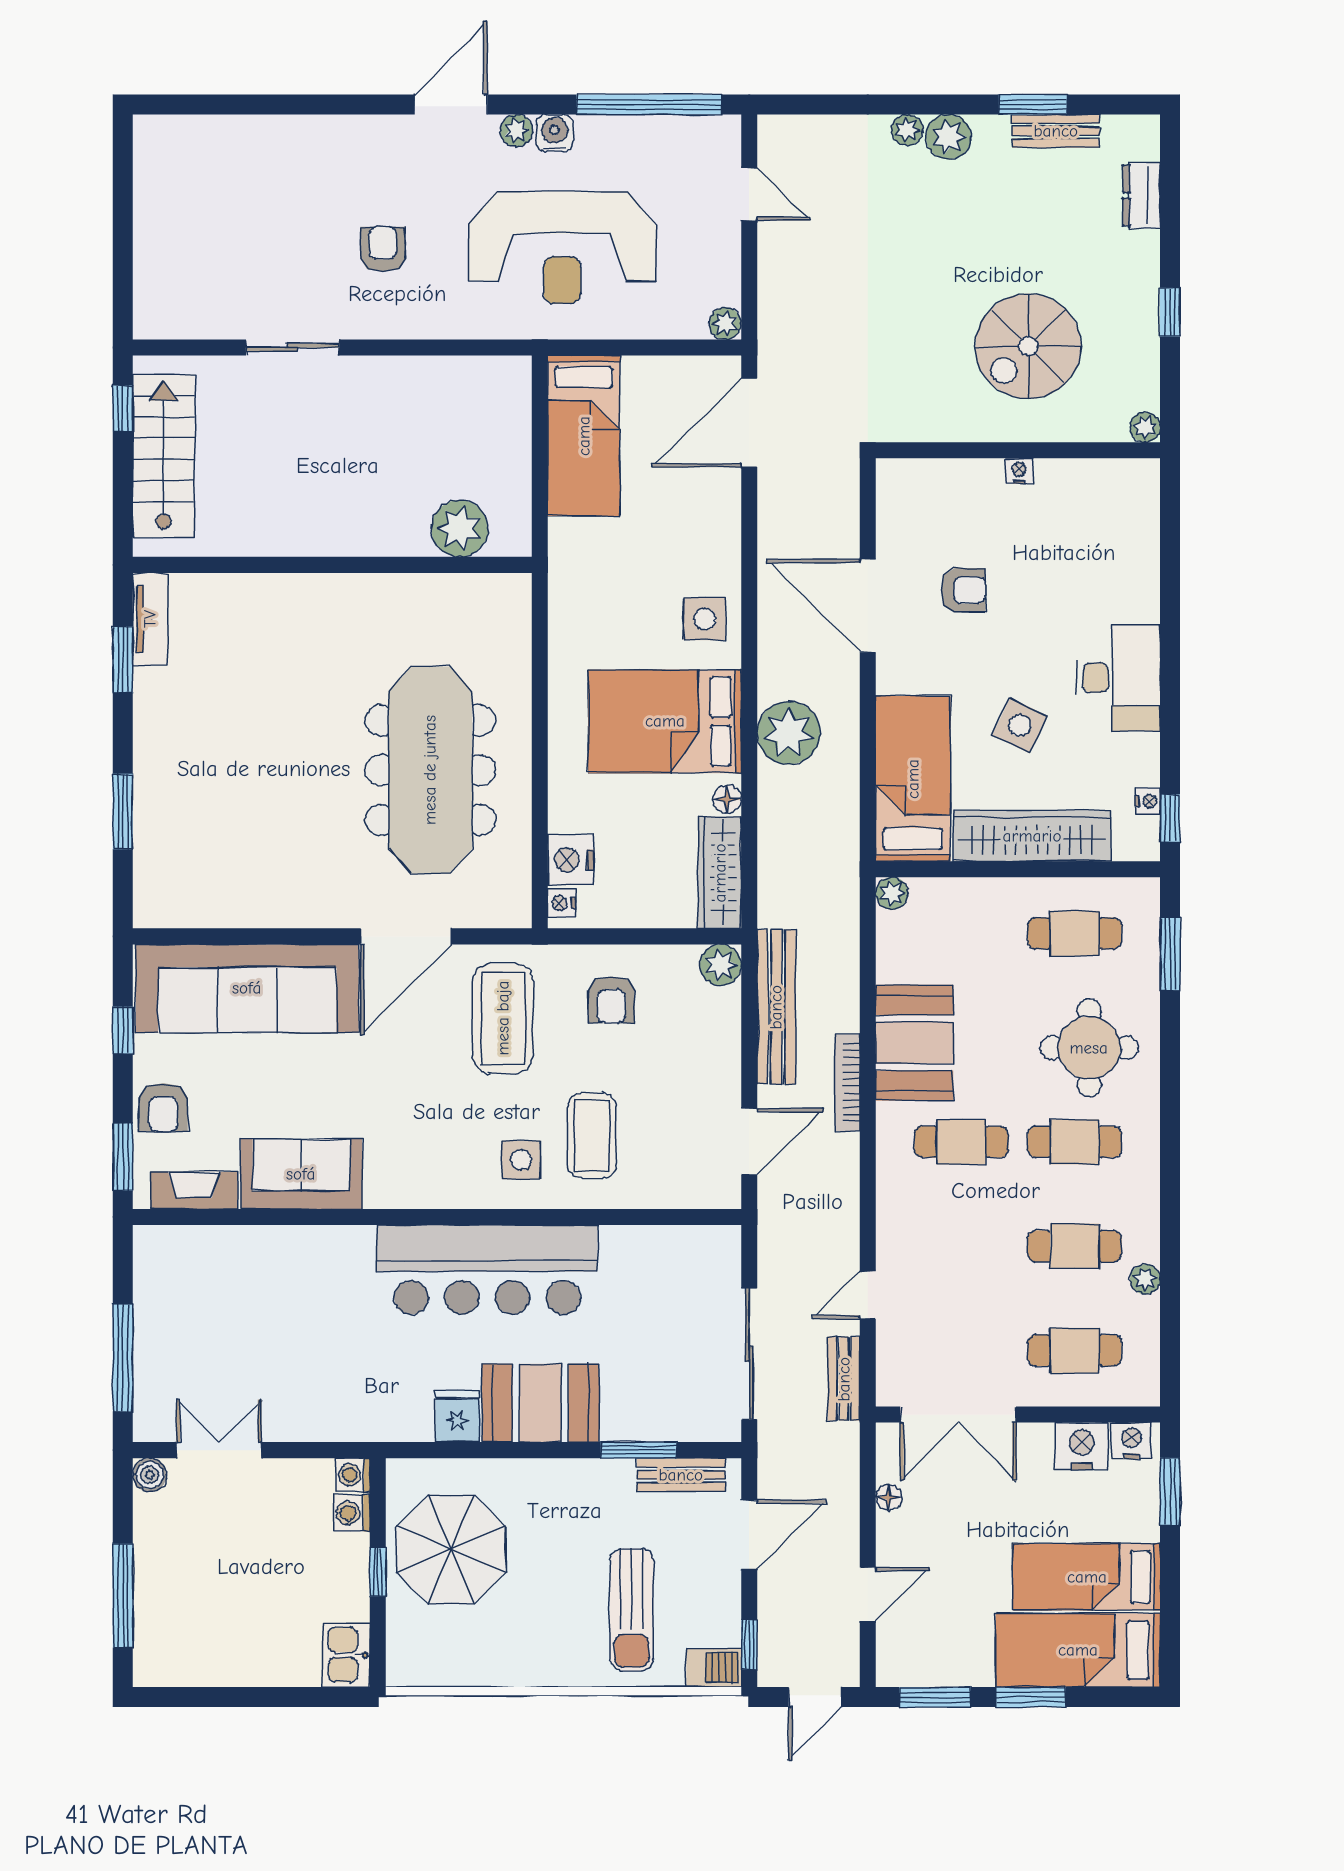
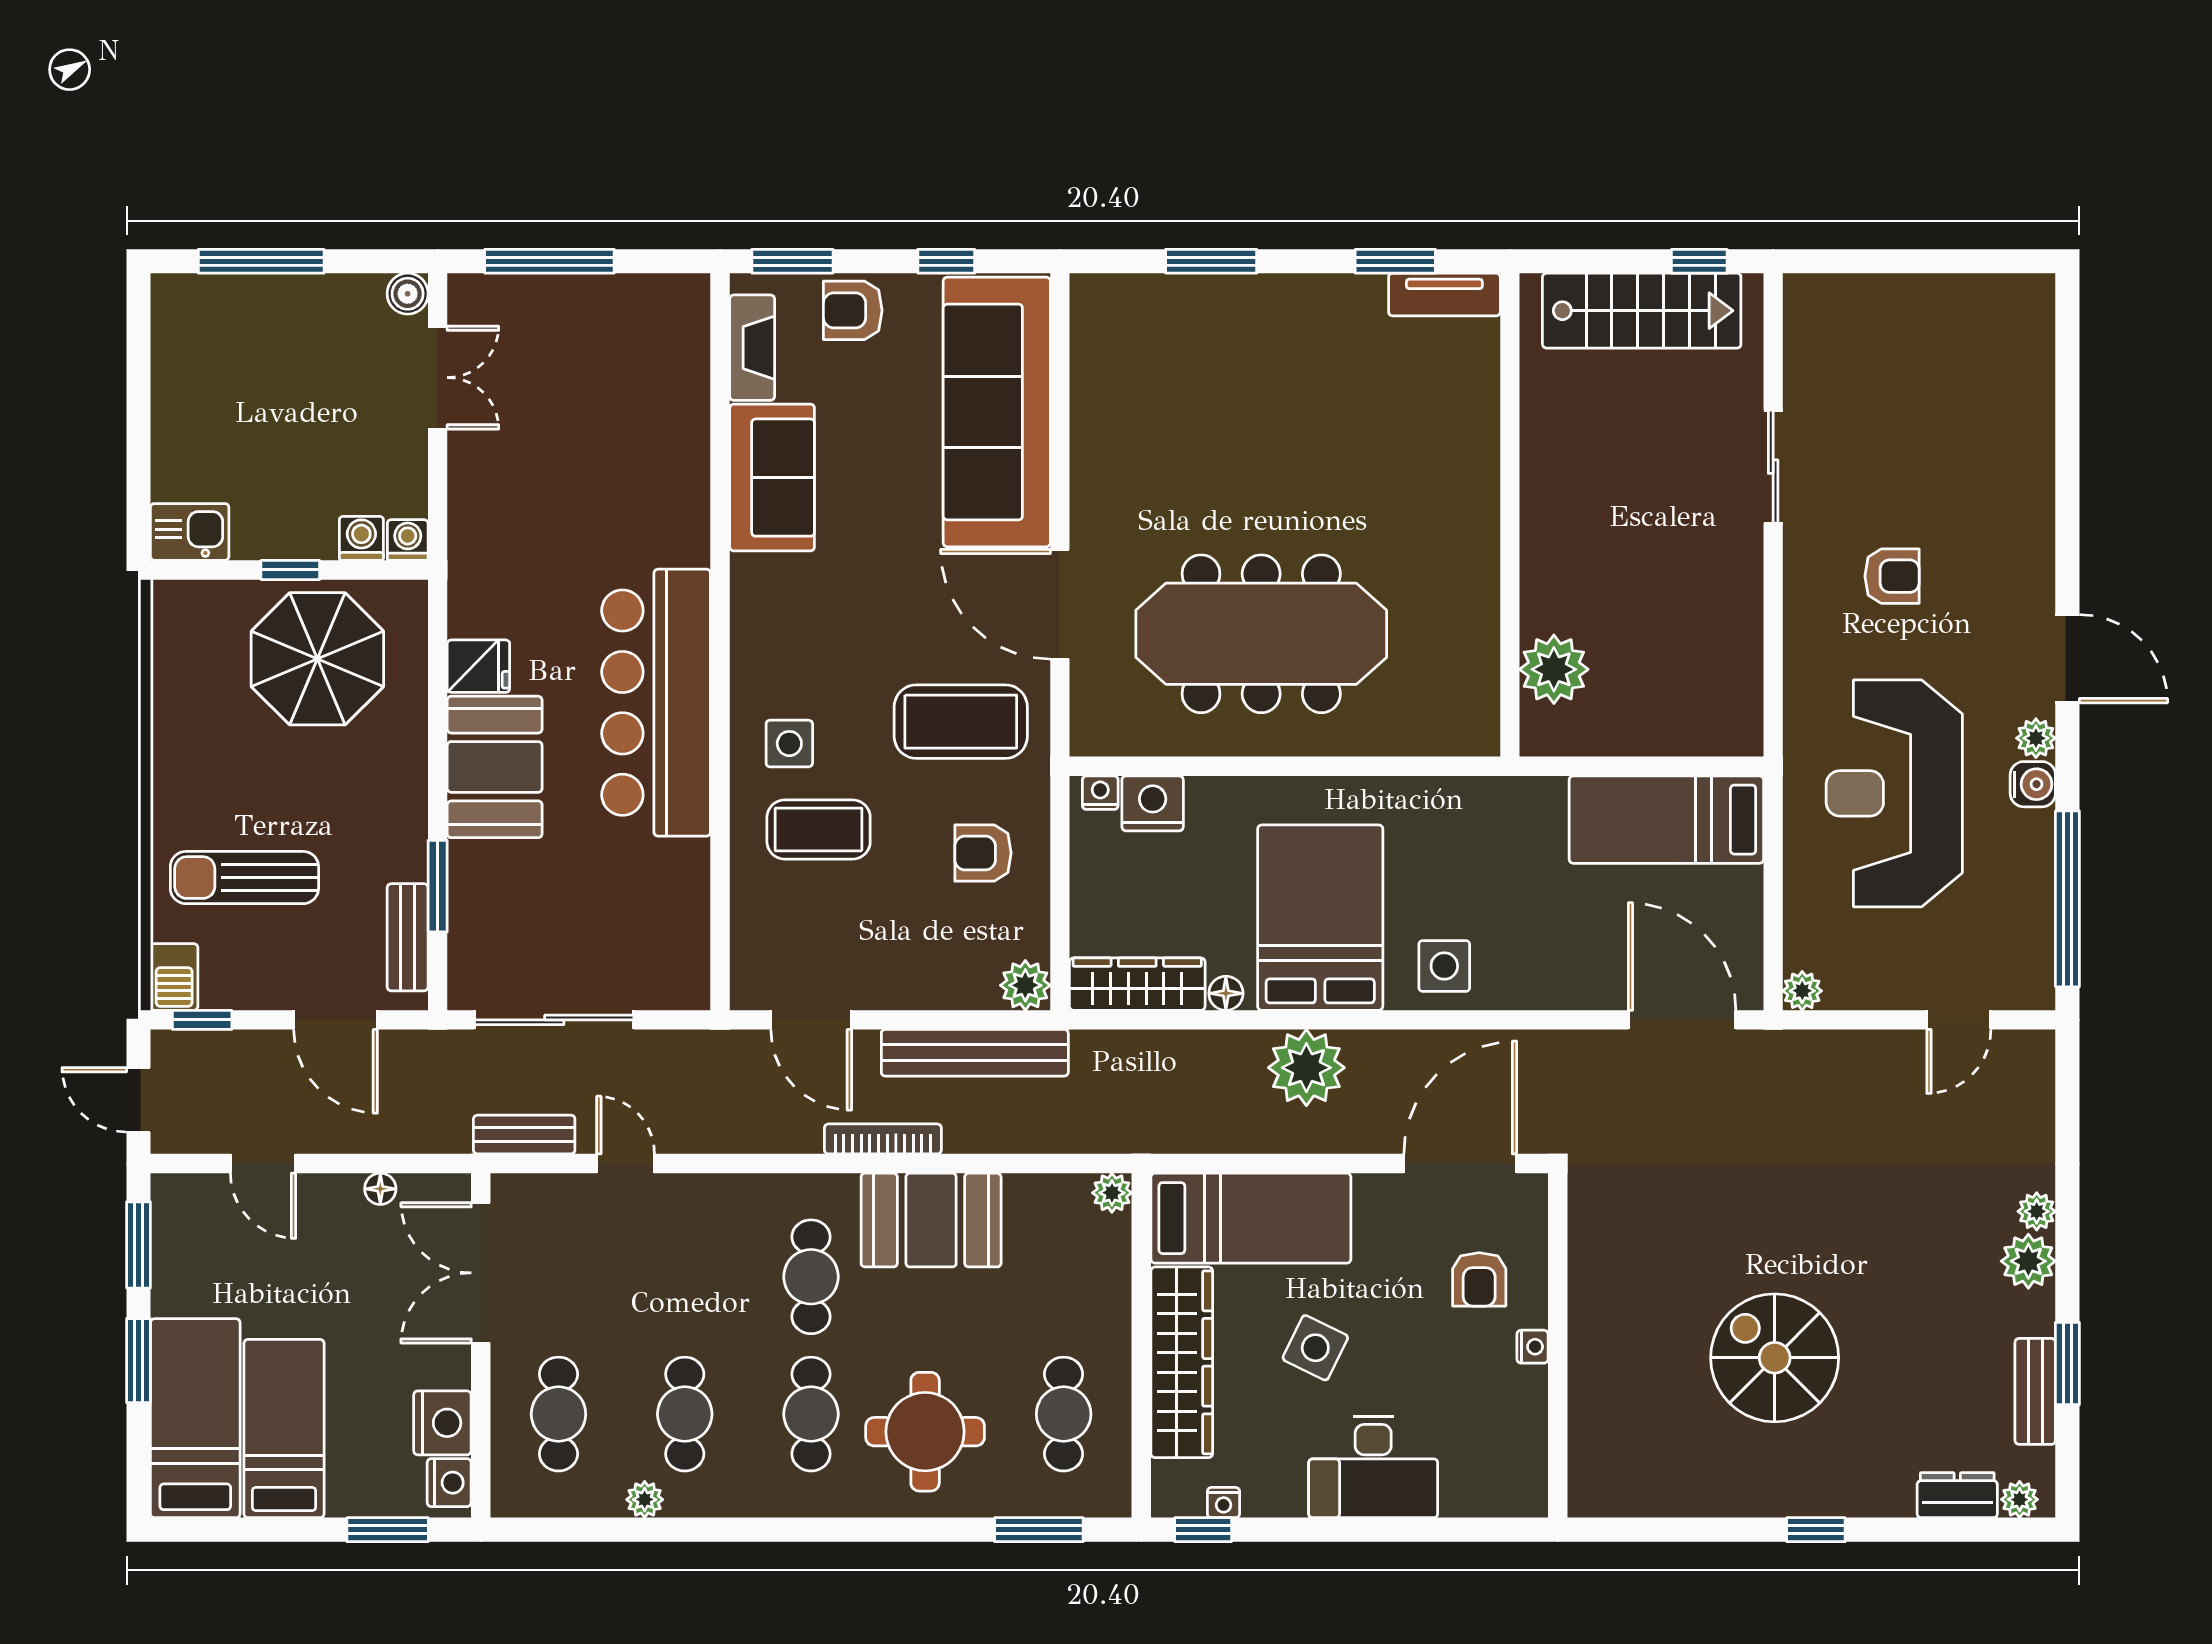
plant: (1145, 427) -> (2020, 1499), moved
wall: (1018, 450) -> (1558, 1345), moved
nightstand: (1019, 471) -> (1533, 1347), moved

